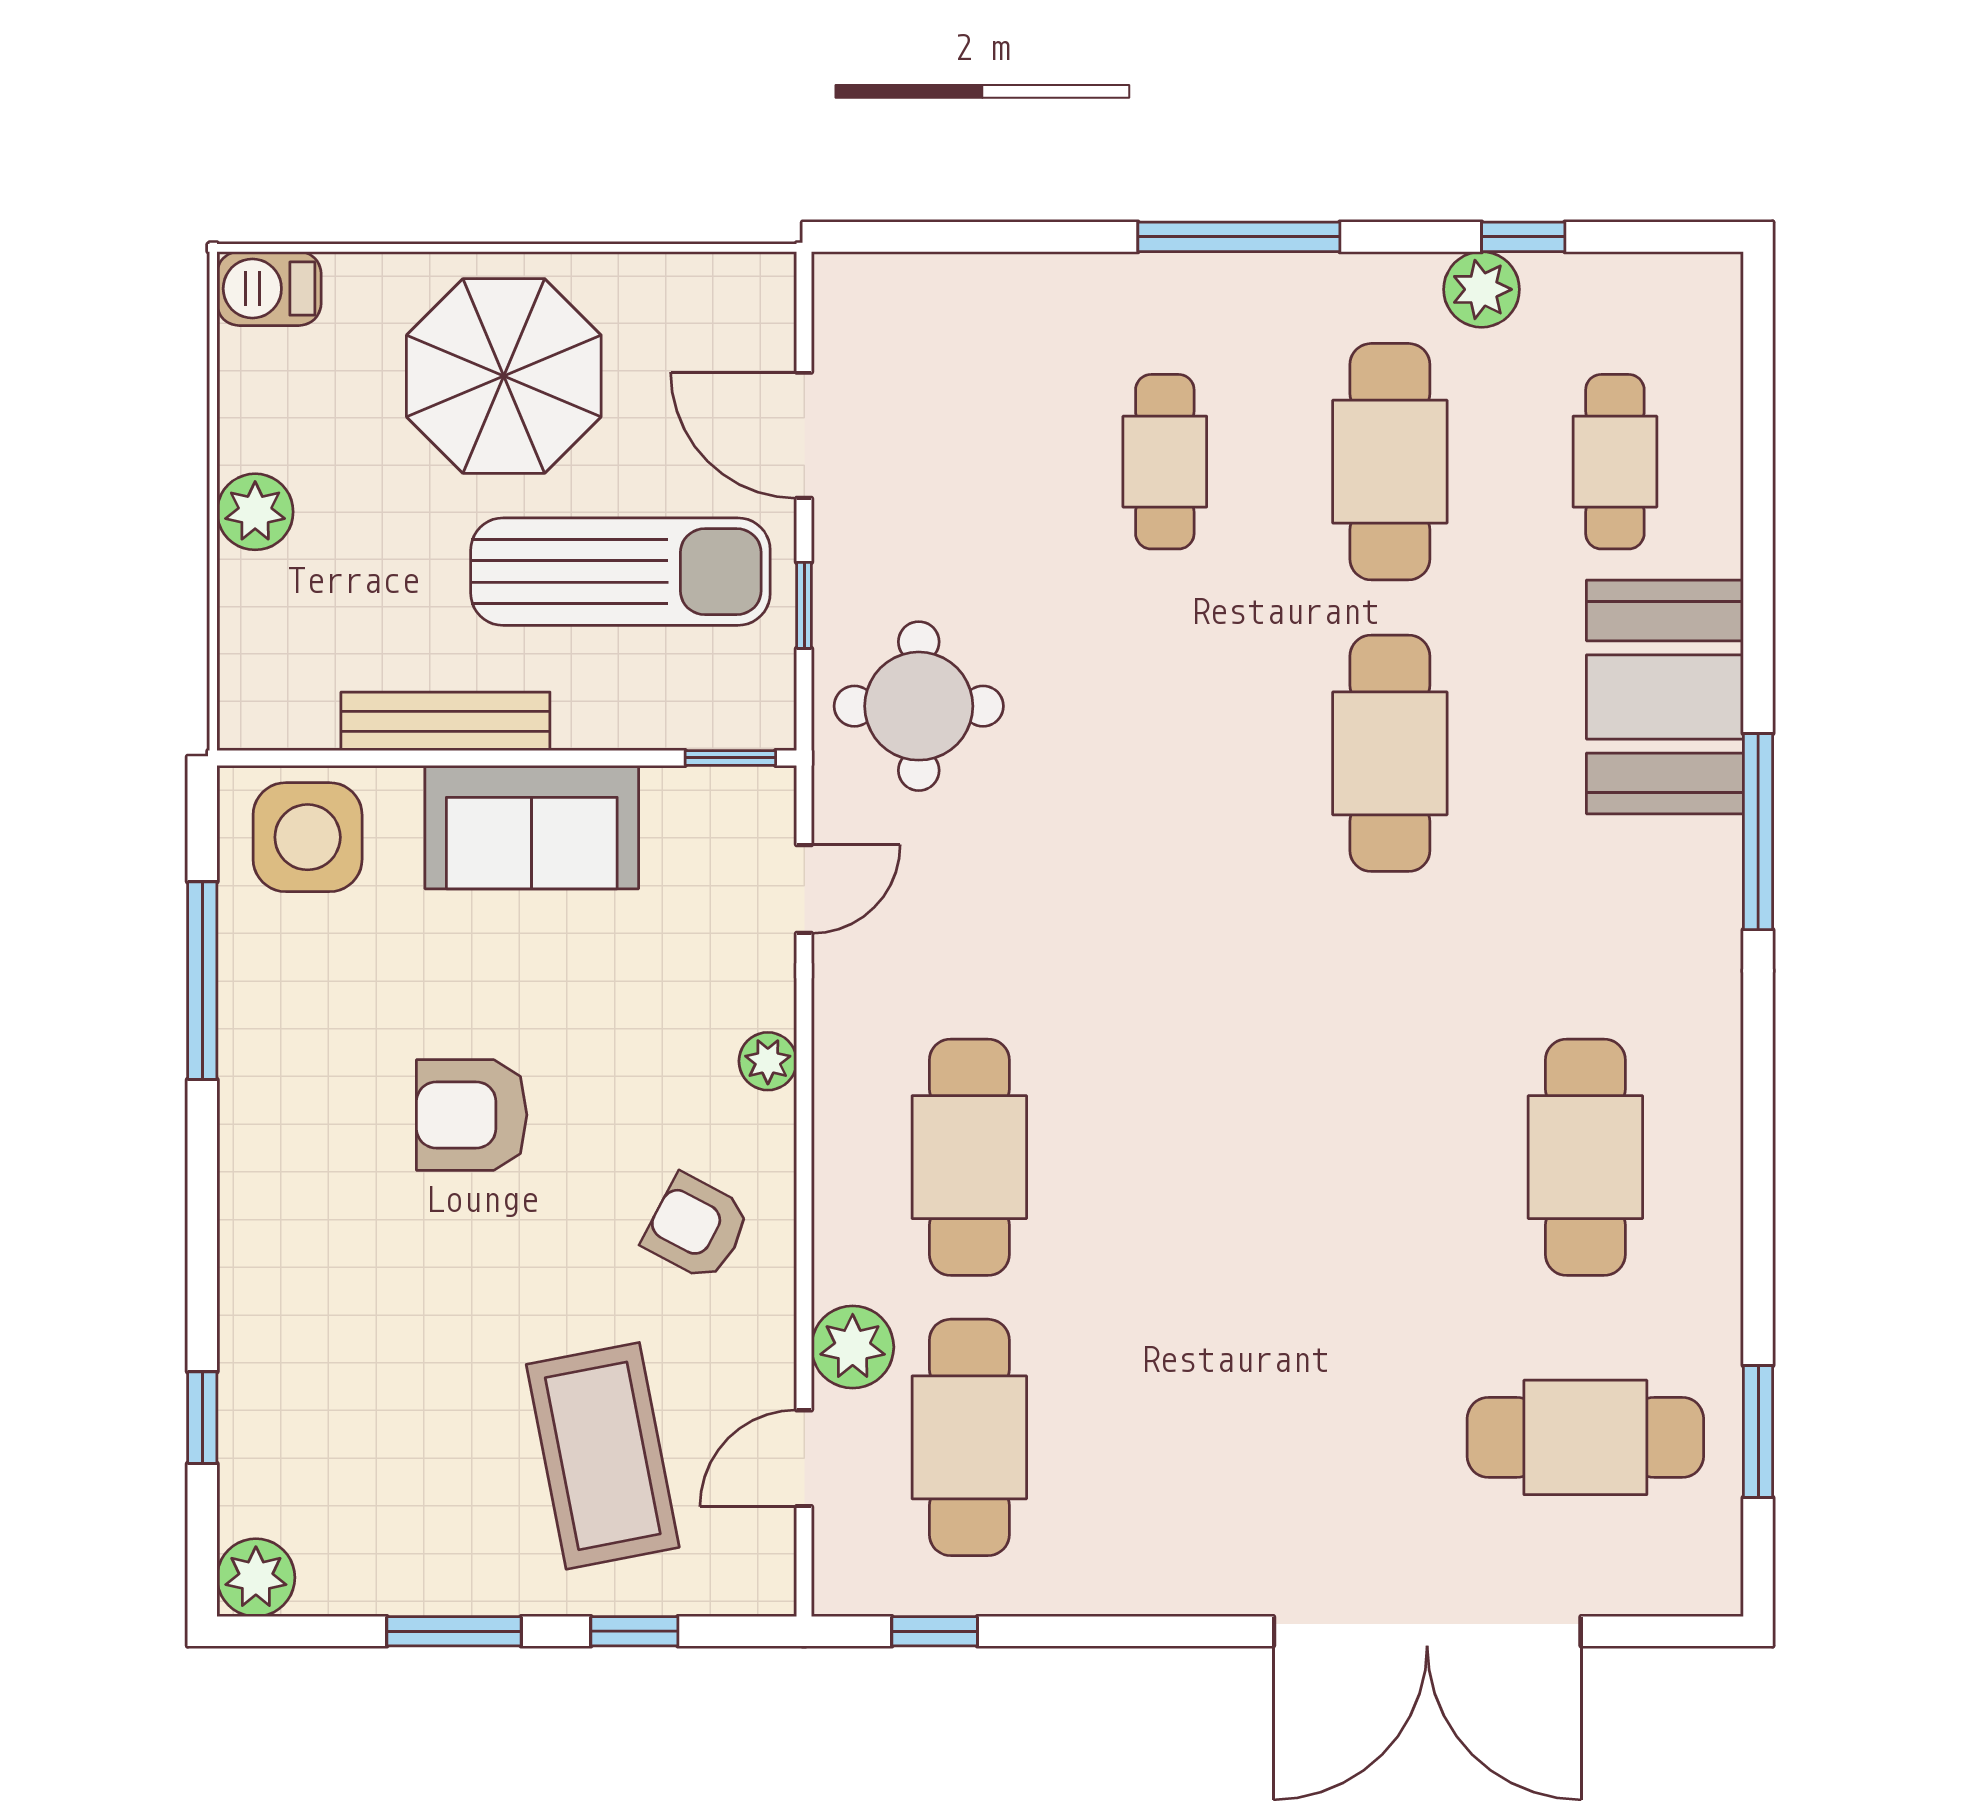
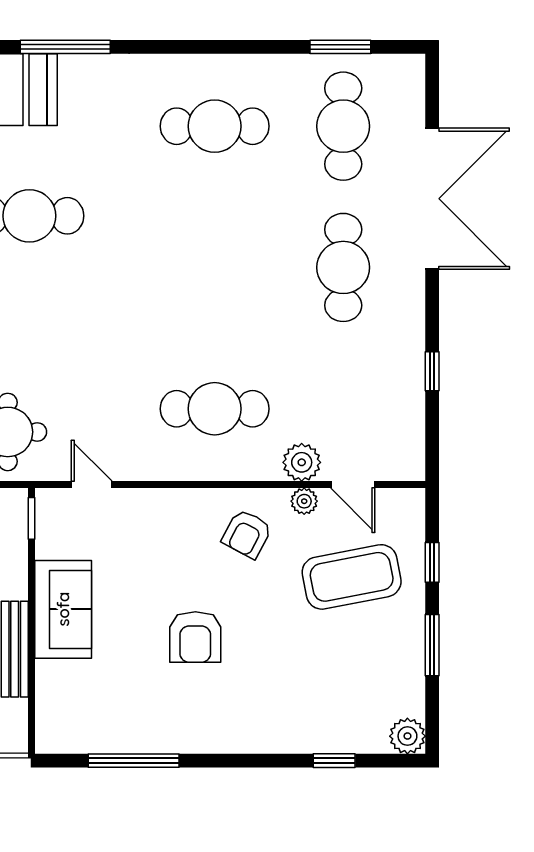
side table: (308, 837) -> (68, 712), removed
plant: (768, 1061) -> (304, 501), moved
cafe table: (969, 1437) -> (343, 267), moved, turned 90
window: (935, 1631) -> (432, 371), moved

